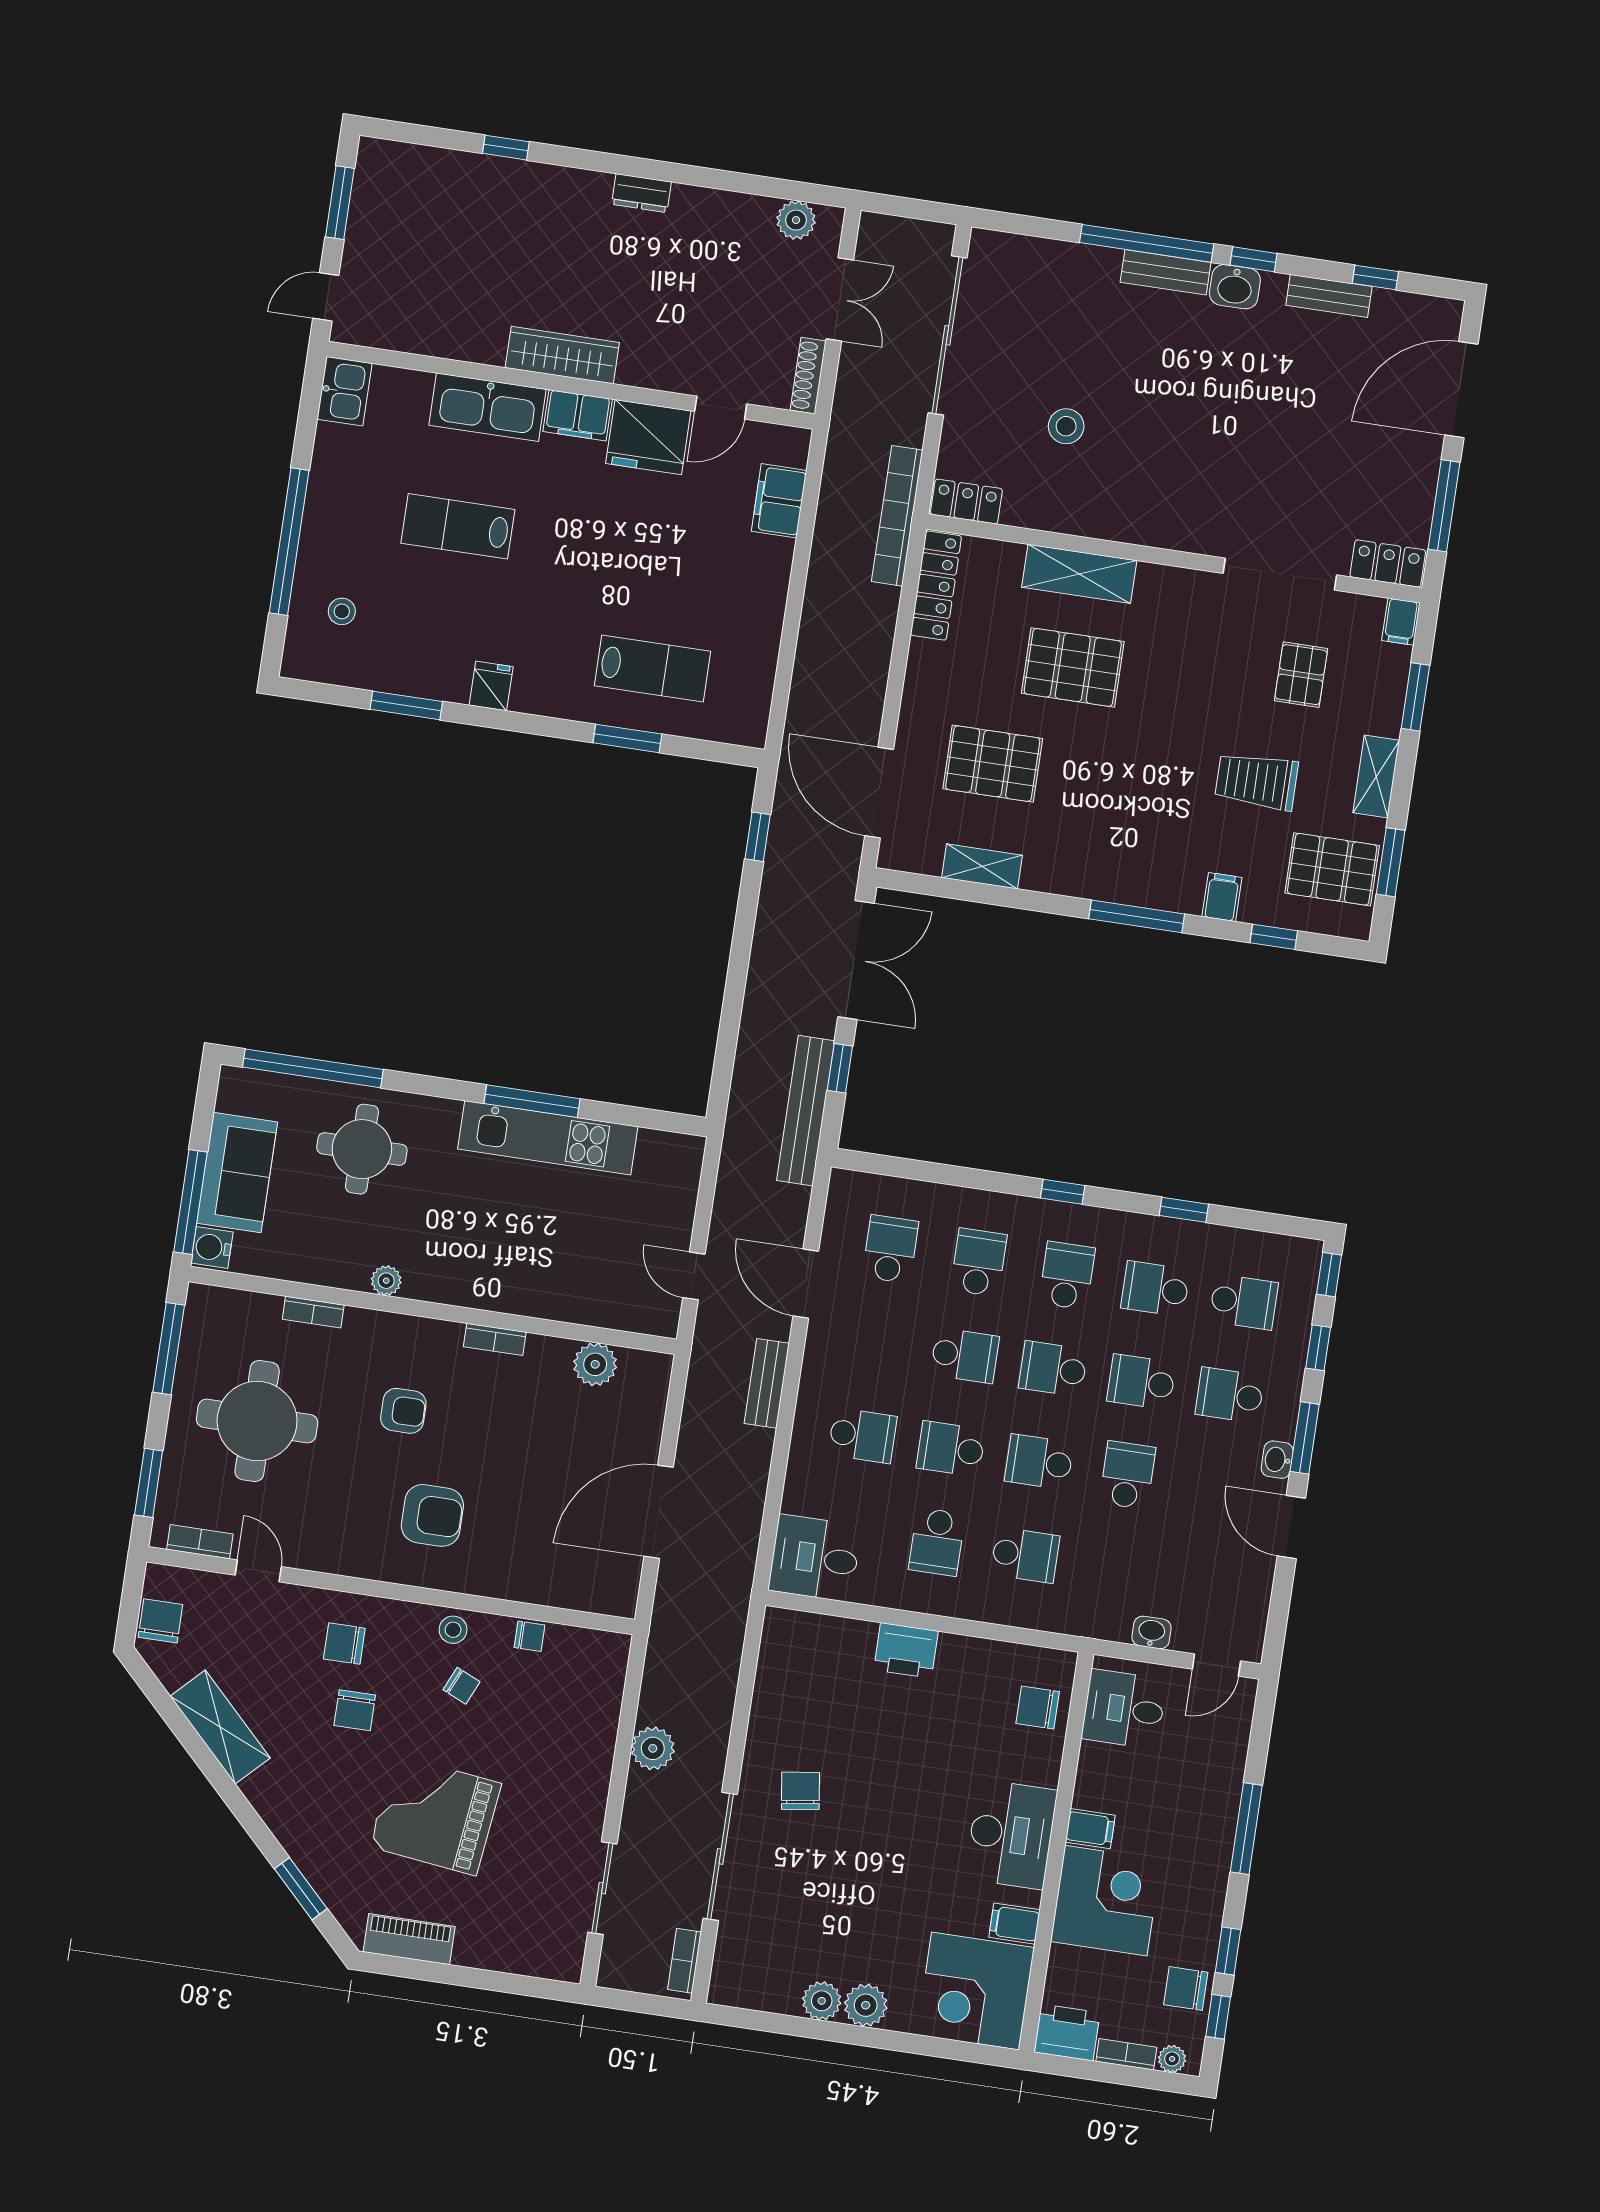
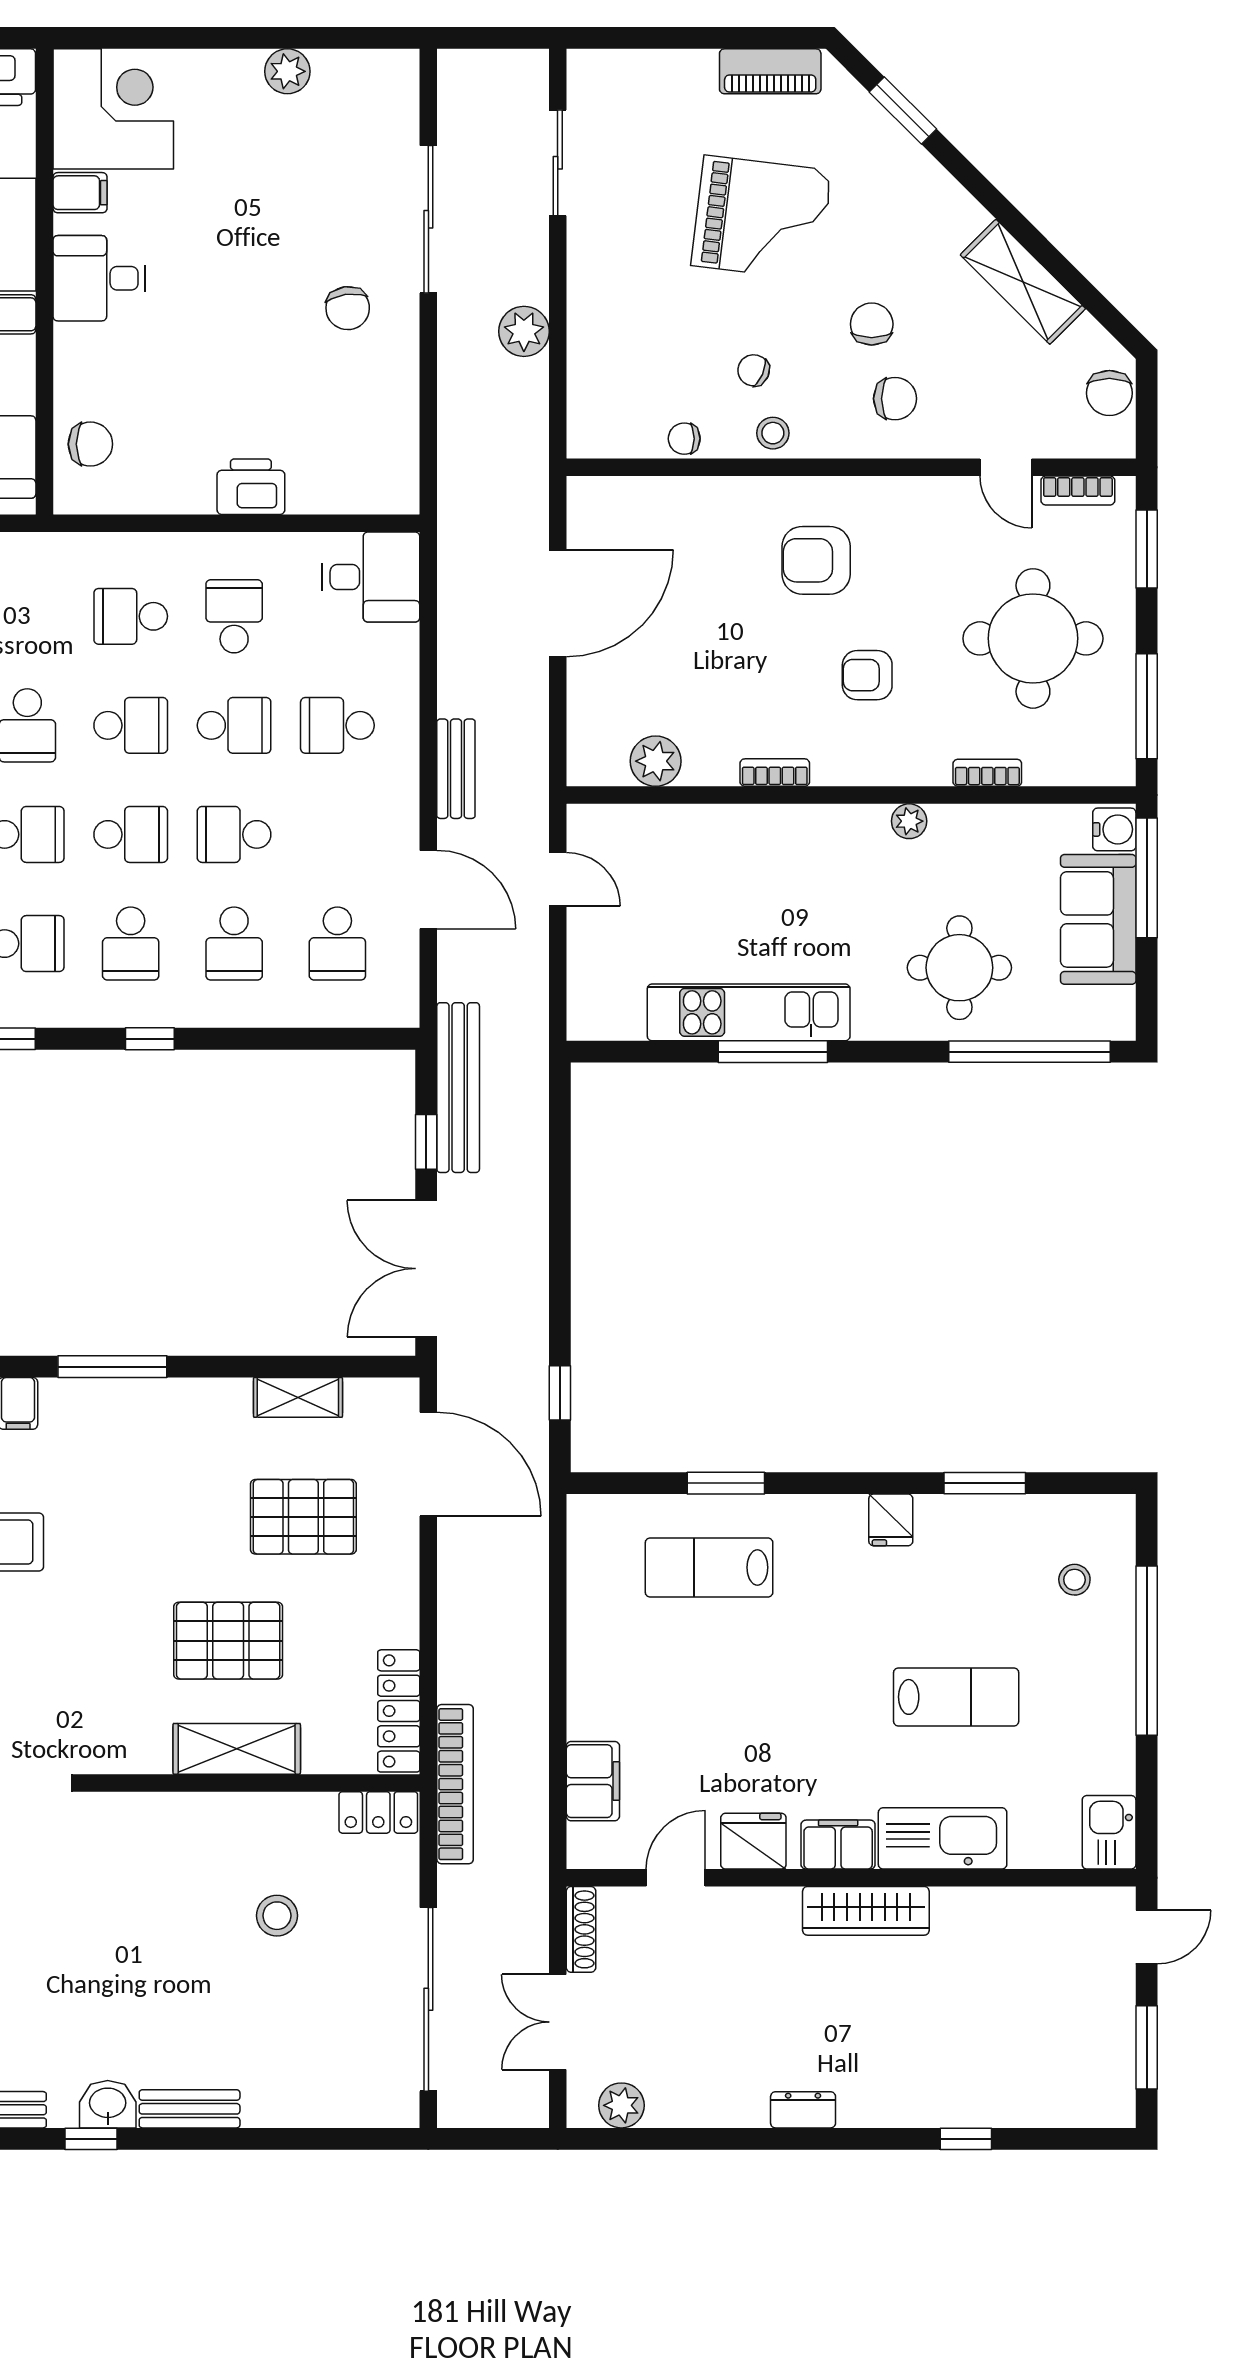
window: (1147, 243) -> (216, 2139), removed
fridge: (648, 437) -> (753, 1841), width x0.73, depth x0.75
desk: (1011, 1834) -> (99, 278), width x0.73
bookcase: (684, 1961) -> (451, 94), removed
plant: (866, 2005) -> (236, 74), removed

